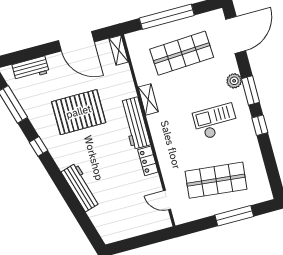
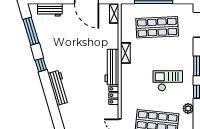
plant: (234, 81) -> (188, 108), moved
pallet: (79, 112) -> (75, 49), removed
workbench: (81, 187) -> (58, 88), moved

